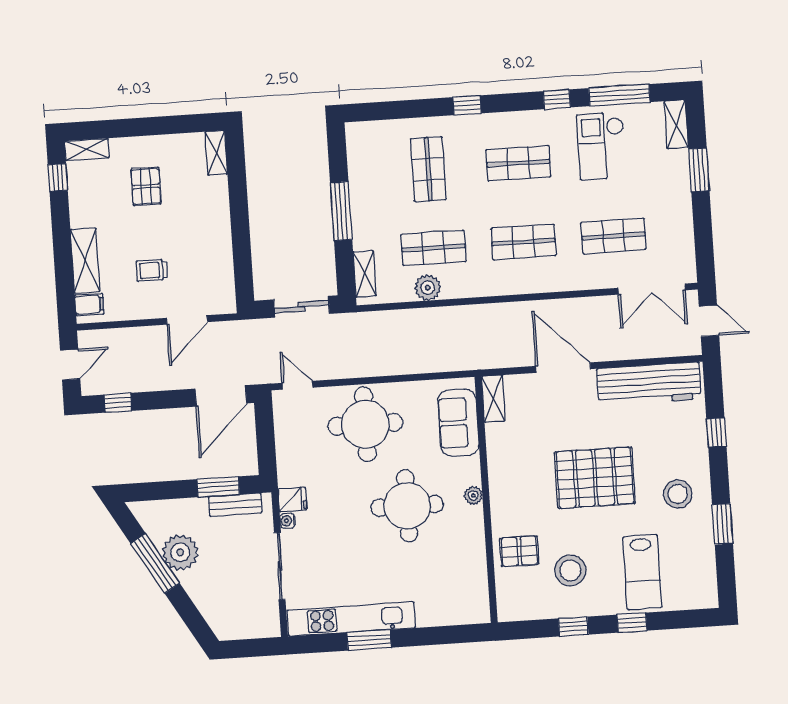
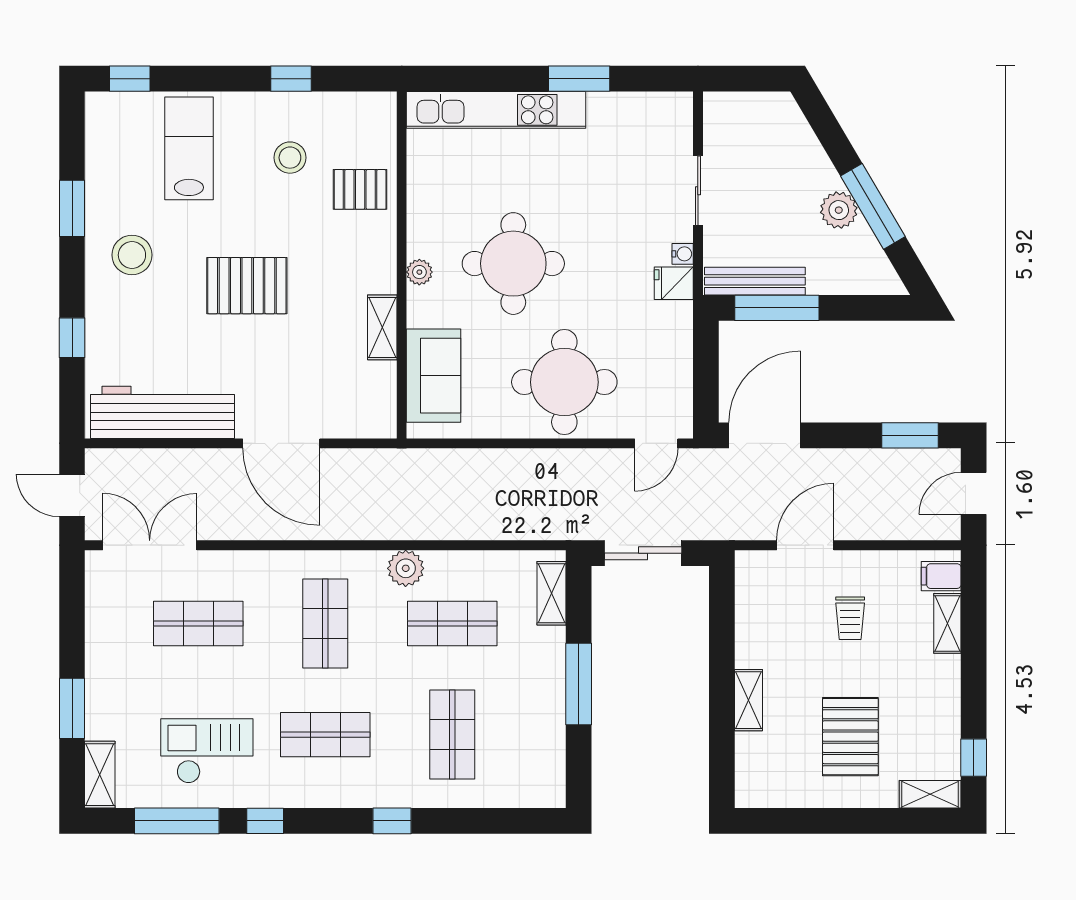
checkout: (601, 146) -> (207, 751), turned -90
shelving: (216, 153) -> (748, 700), moved
pallet: (146, 186) -> (850, 737), width x1.50, depth x1.42
shop shelf: (523, 242) -> (325, 624), turned 90
shelving: (85, 260) -> (947, 623), width x0.67, depth x0.75
trolley: (152, 270) -> (850, 618), turned 90
plant: (428, 288) -> (406, 568), moved
door: (297, 385) -> (656, 443), hinge flipped
shelving: (493, 399) -> (382, 327), moved
window: (118, 403) -> (910, 435), width x1.50
pallet: (595, 478) -> (247, 286), width x0.73, depth x0.71
window: (218, 487) -> (777, 308), width x1.44
bench: (235, 505) -> (755, 281), width x1.36
plant: (180, 552) -> (839, 210), width x0.73, depth x0.73
sliding door: (280, 566) -> (698, 191), width x0.73
stool: (570, 570) -> (290, 158), width x0.73, depth x0.73
kitchen unit: (351, 619) -> (496, 110), moved
window: (632, 623) -> (130, 79), moved

